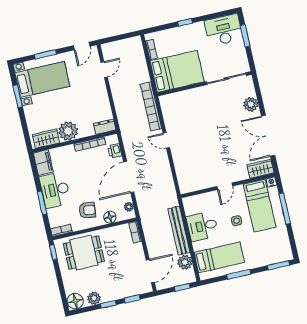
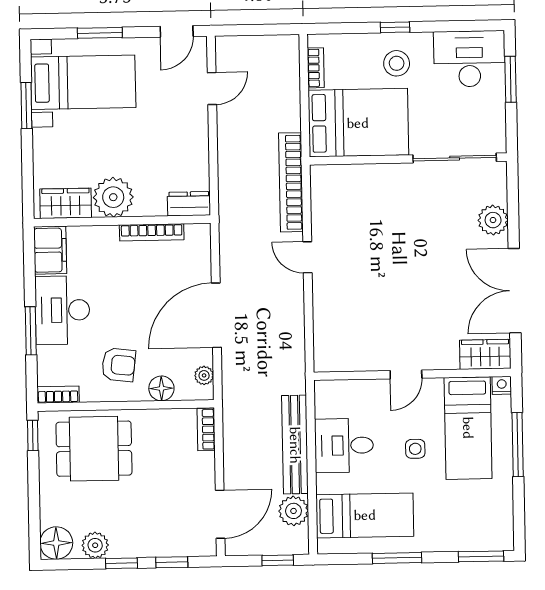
stool: (189, 39) -> (397, 63), added
printer: (115, 151) -> (199, 257), removed

